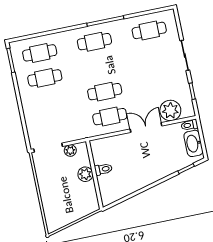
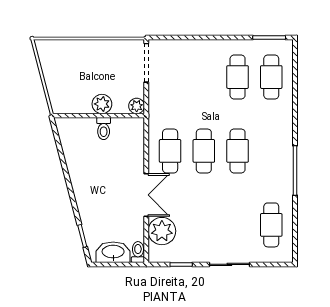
cafe table: (94, 42) -> (238, 151), moved
plant: (70, 151) -> (137, 106), moved

